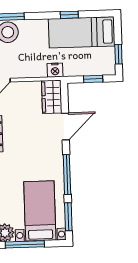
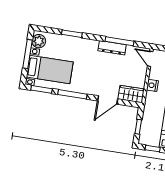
nightstand: (55, 70) -> (152, 85), moved
door: (65, 127) -> (108, 100), hinge flipped

